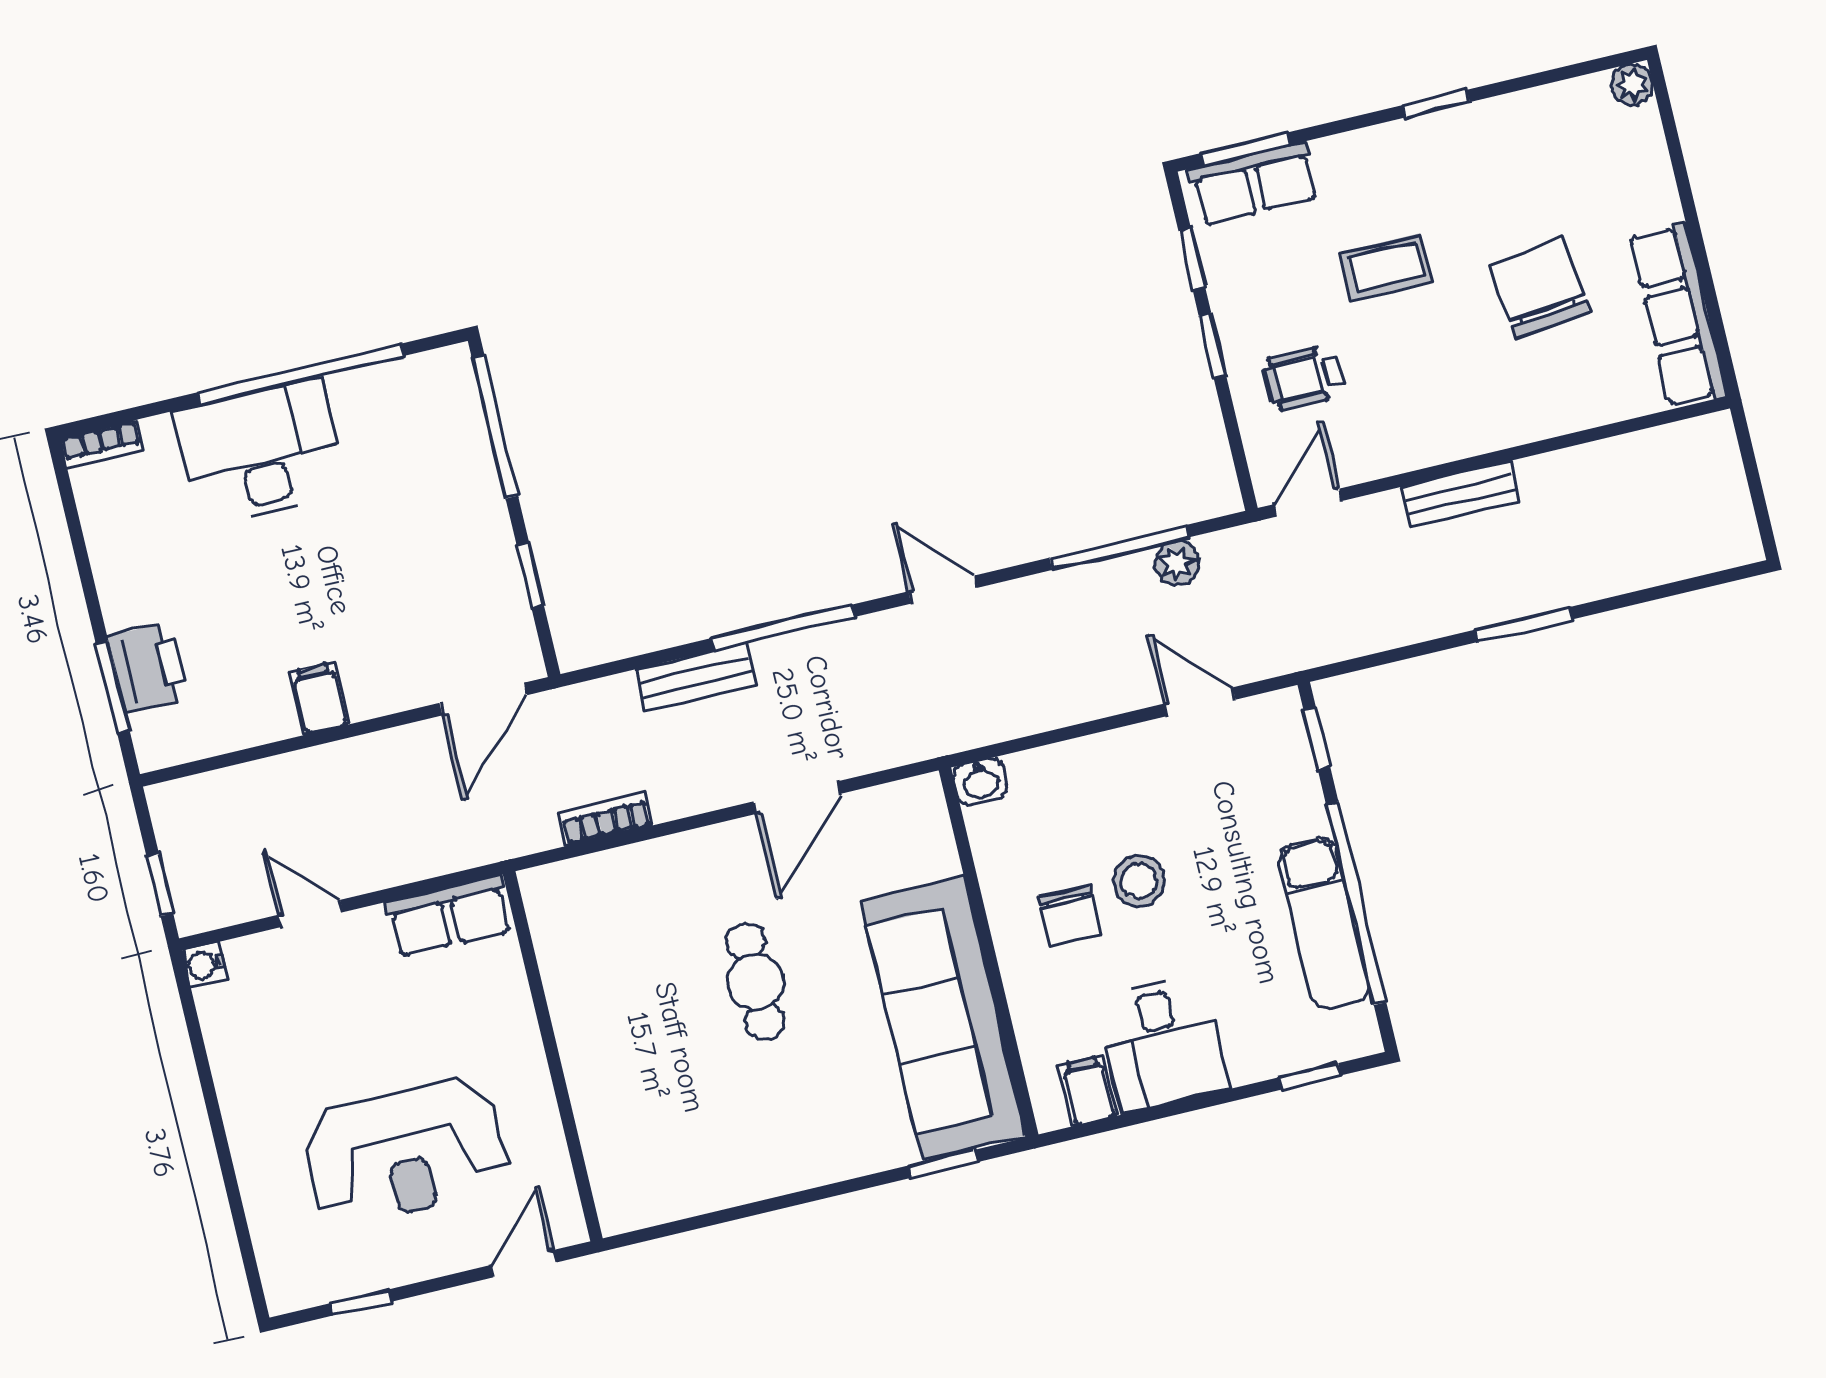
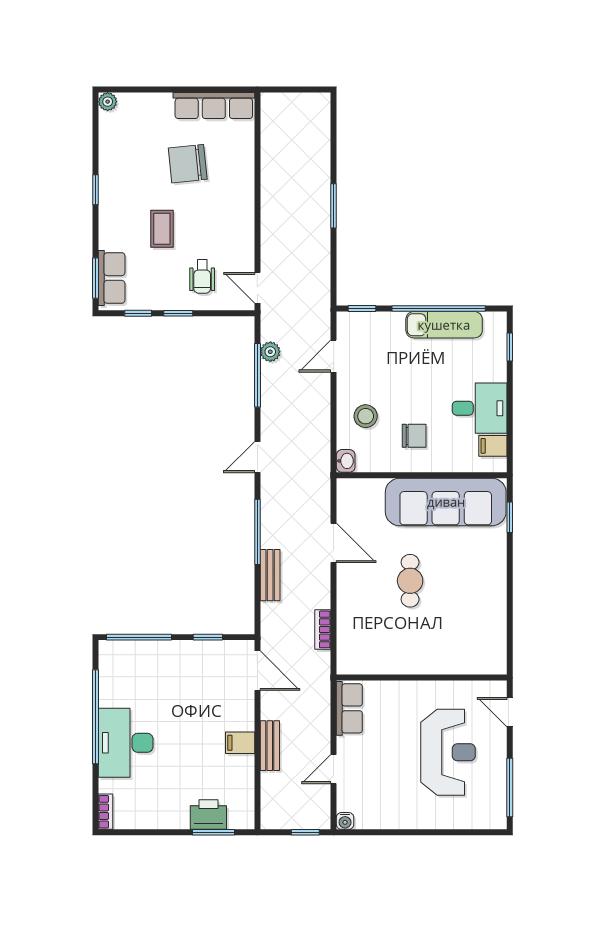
bench: (1460, 494) -> (270, 746), moved
stool: (1139, 881) -> (366, 416), moved
cafe table: (755, 982) -> (410, 581), turned 90
window: (361, 1302) -> (510, 788), width x2.17

